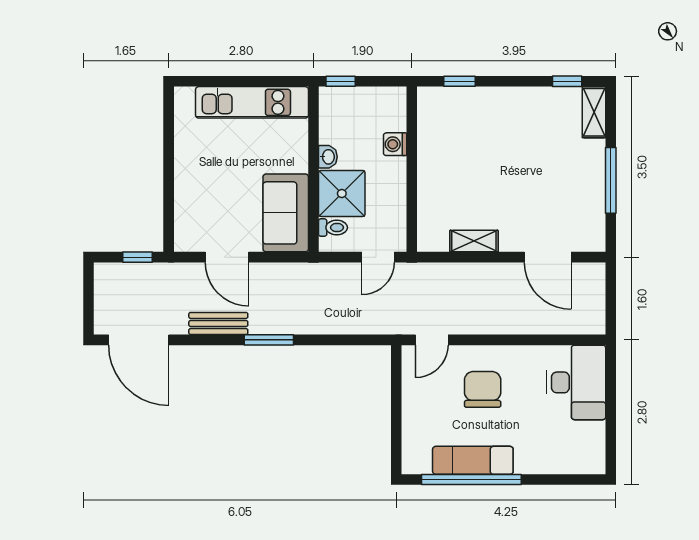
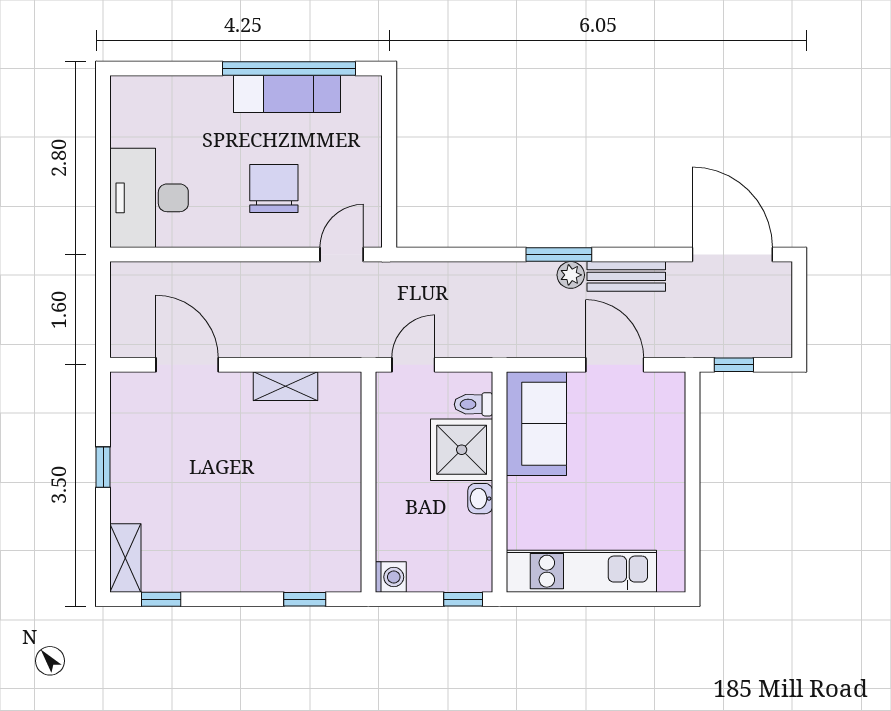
washing machine: (395, 144) -> (391, 577), moved
window: (611, 180) -> (103, 467), width x0.46
plant: (260, 325) -> (571, 275), added
chair: (483, 389) -> (274, 188), turned 180

